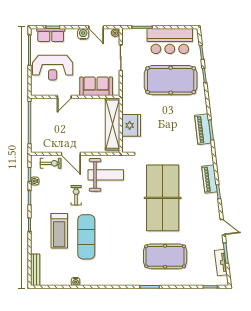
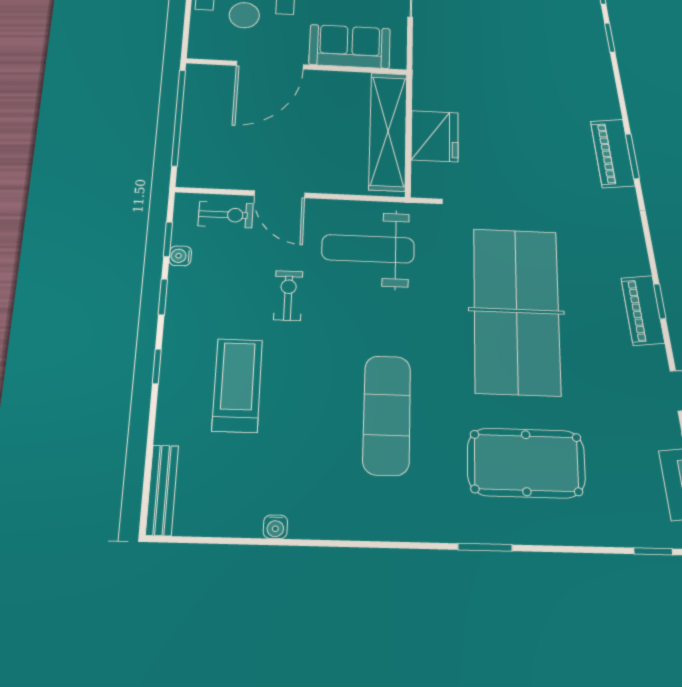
pool table: (171, 80) -> (530, 43), removed
door: (64, 97) -> (270, 65), width x1.87
weight bench: (106, 175) -> (368, 249), turned 180
piano: (210, 179) -> (643, 310), moved
treadmill: (59, 231) -> (237, 385), turned 180
exercise mat: (86, 237) -> (387, 415), moved

